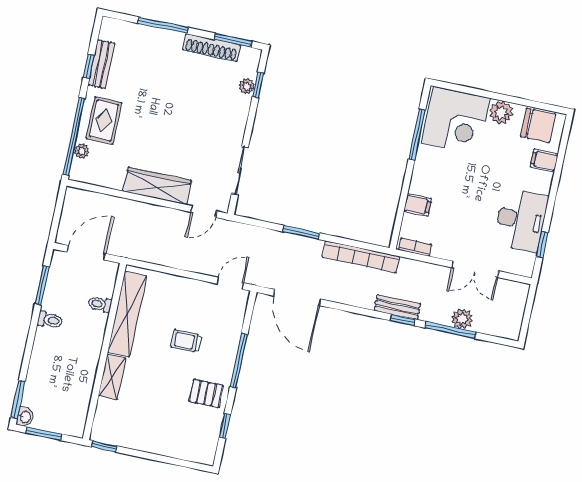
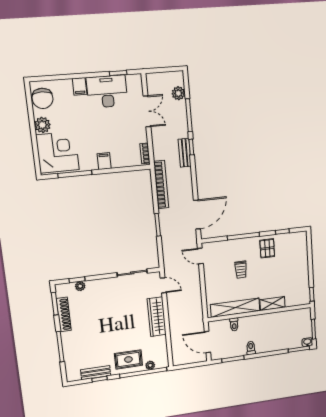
chair: (538, 125) -> (43, 98), turned 180
filing cabinet: (544, 161) -> (80, 86), moved
filing cabinet: (418, 205) -> (104, 161), moved
plant: (462, 319) -> (178, 93), moved

